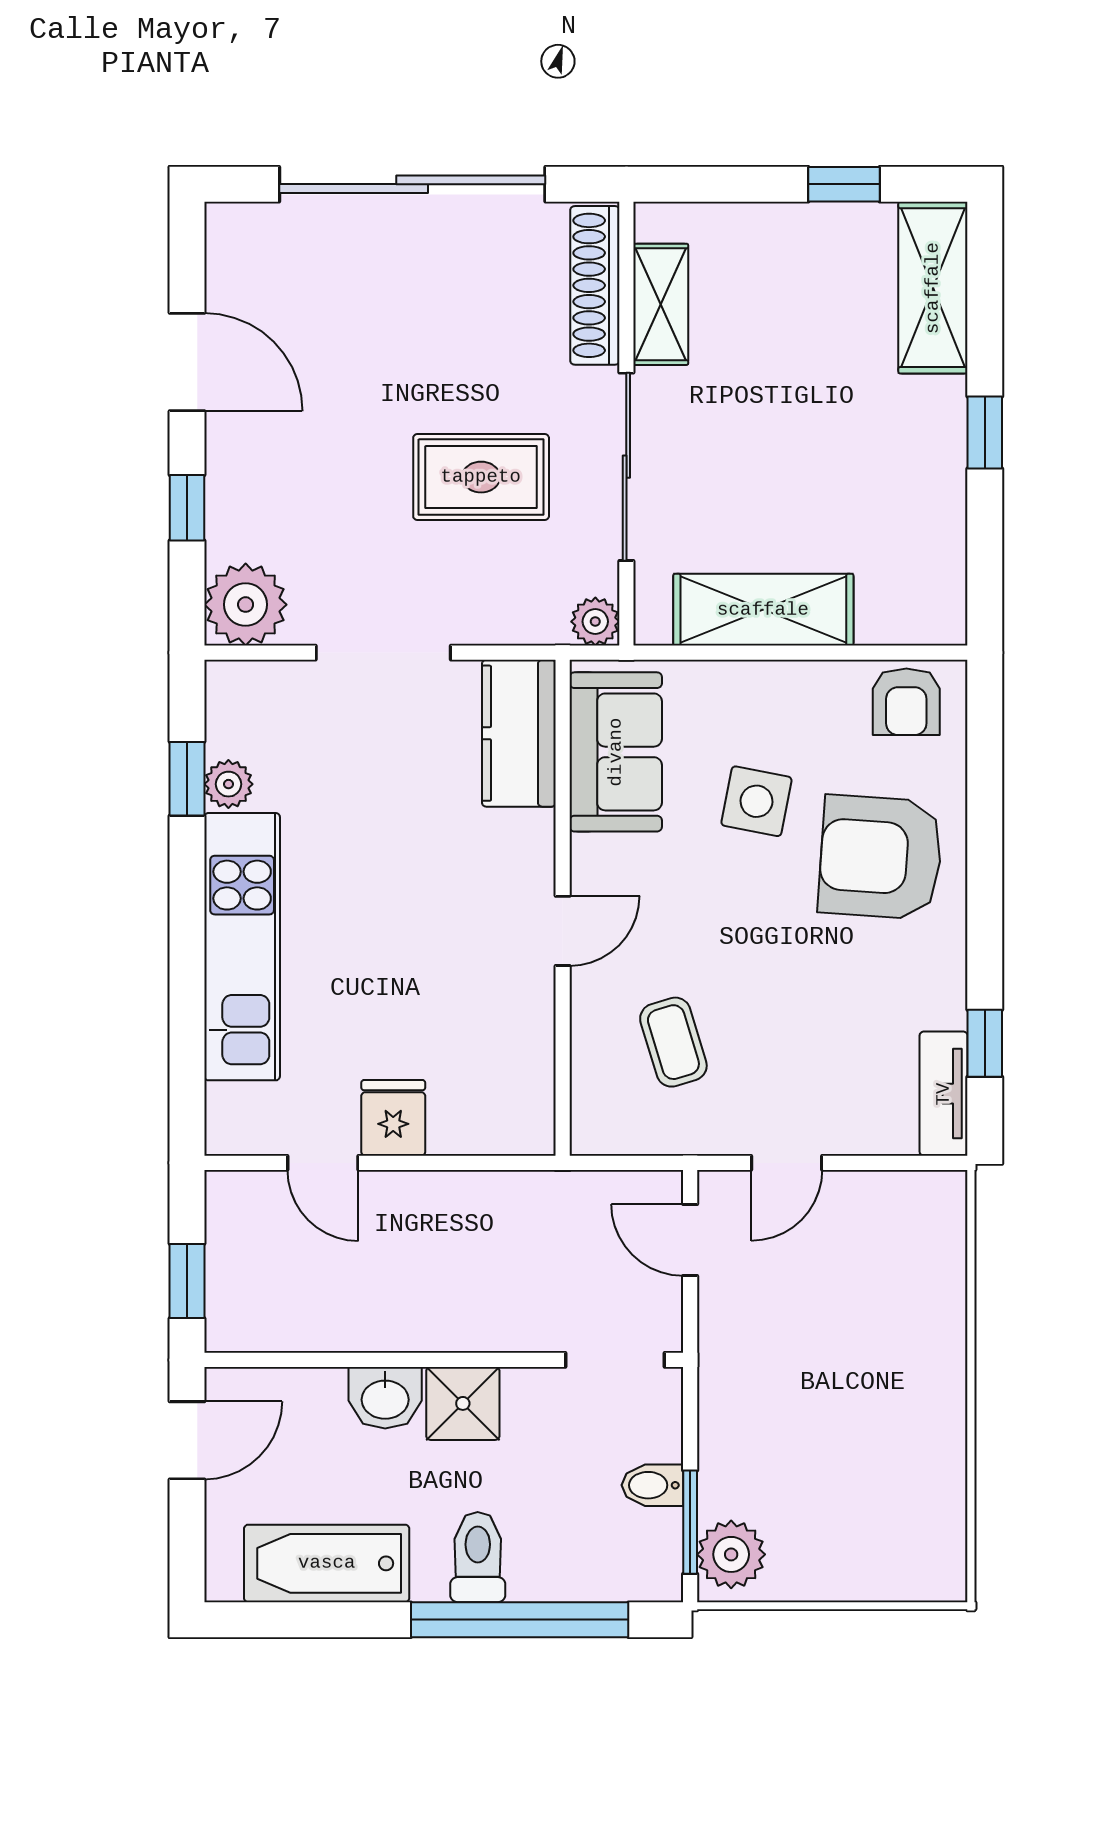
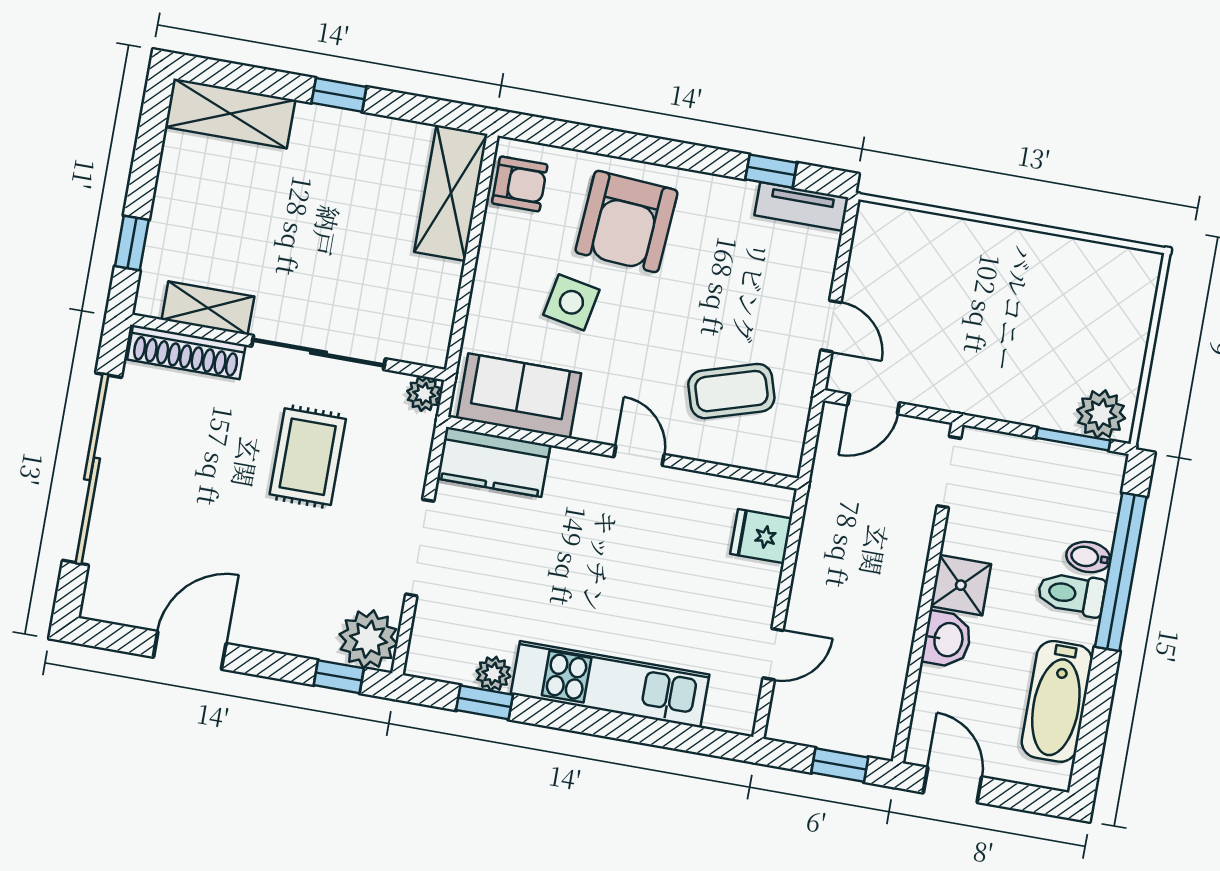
window: (844, 184) -> (132, 243), moved
window: (187, 508) -> (339, 677), moved
shelving: (763, 610) -> (451, 193), moved
coffee table: (673, 1042) -> (731, 391), width x1.36, depth x1.30
fridge: (393, 1118) -> (761, 536), moved
bidet: (652, 1485) -> (1088, 557), moved, turned 90

